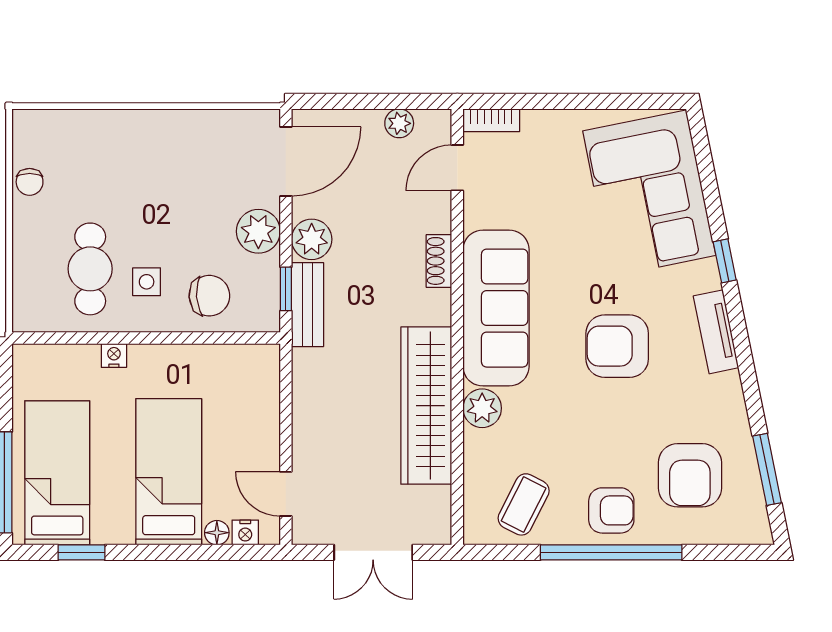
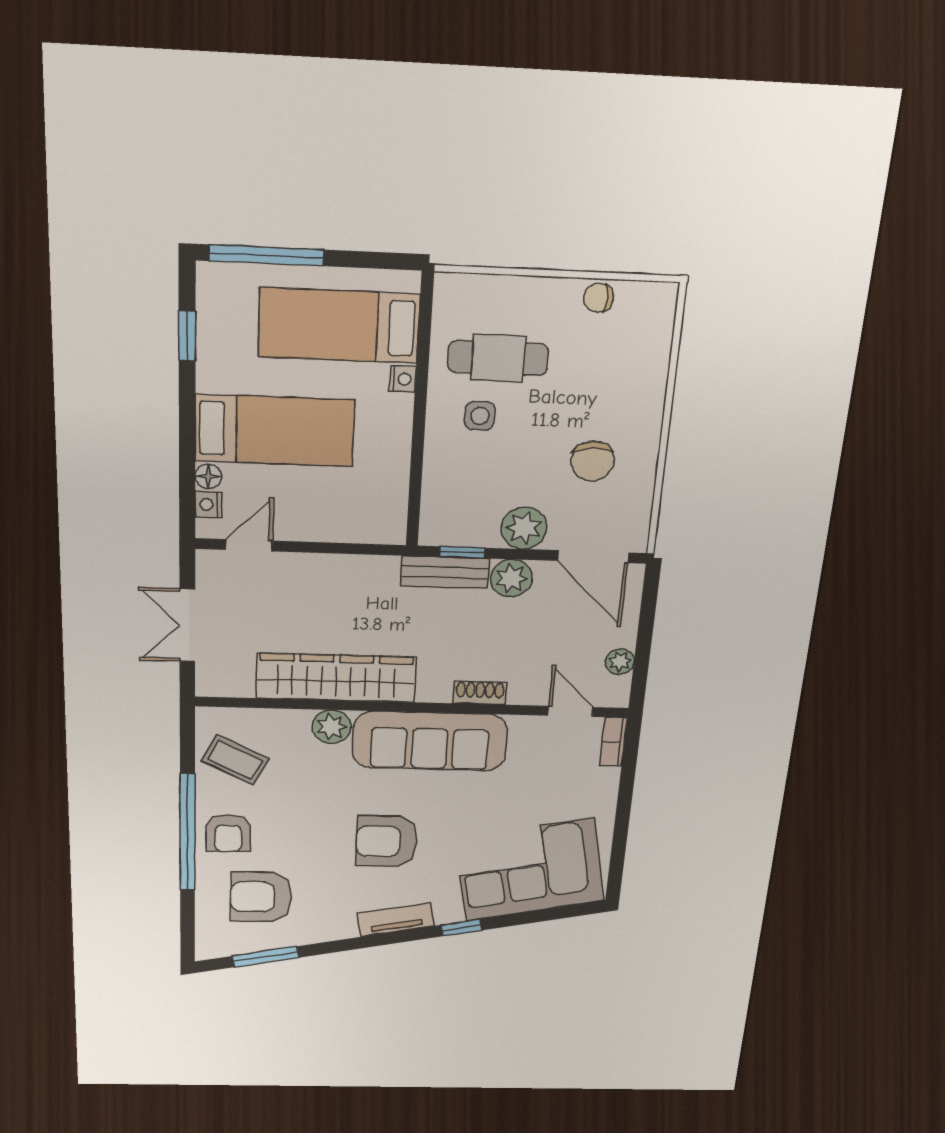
chair: (209, 296) -> (593, 461), moved
armchair: (617, 346) -> (387, 841), turned -90
bed: (57, 473) -> (339, 326), moved, turned 180

